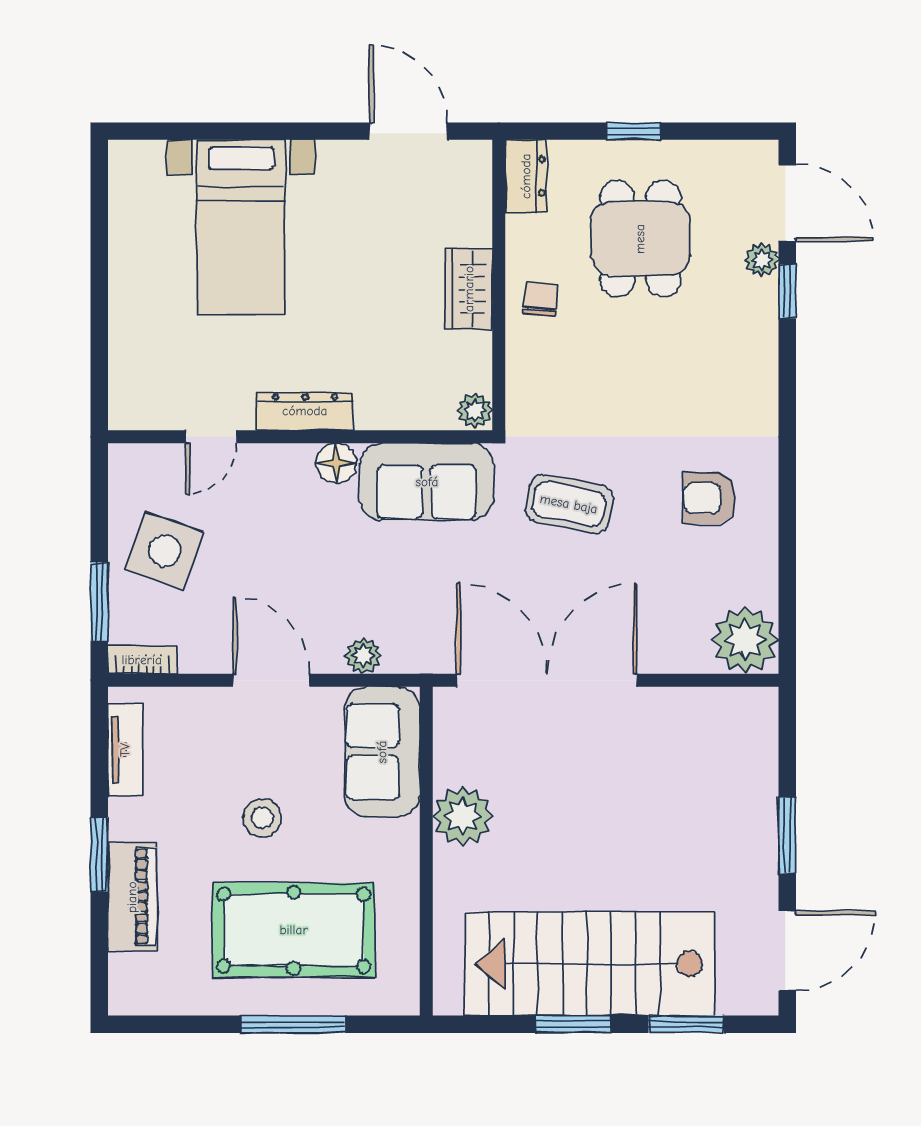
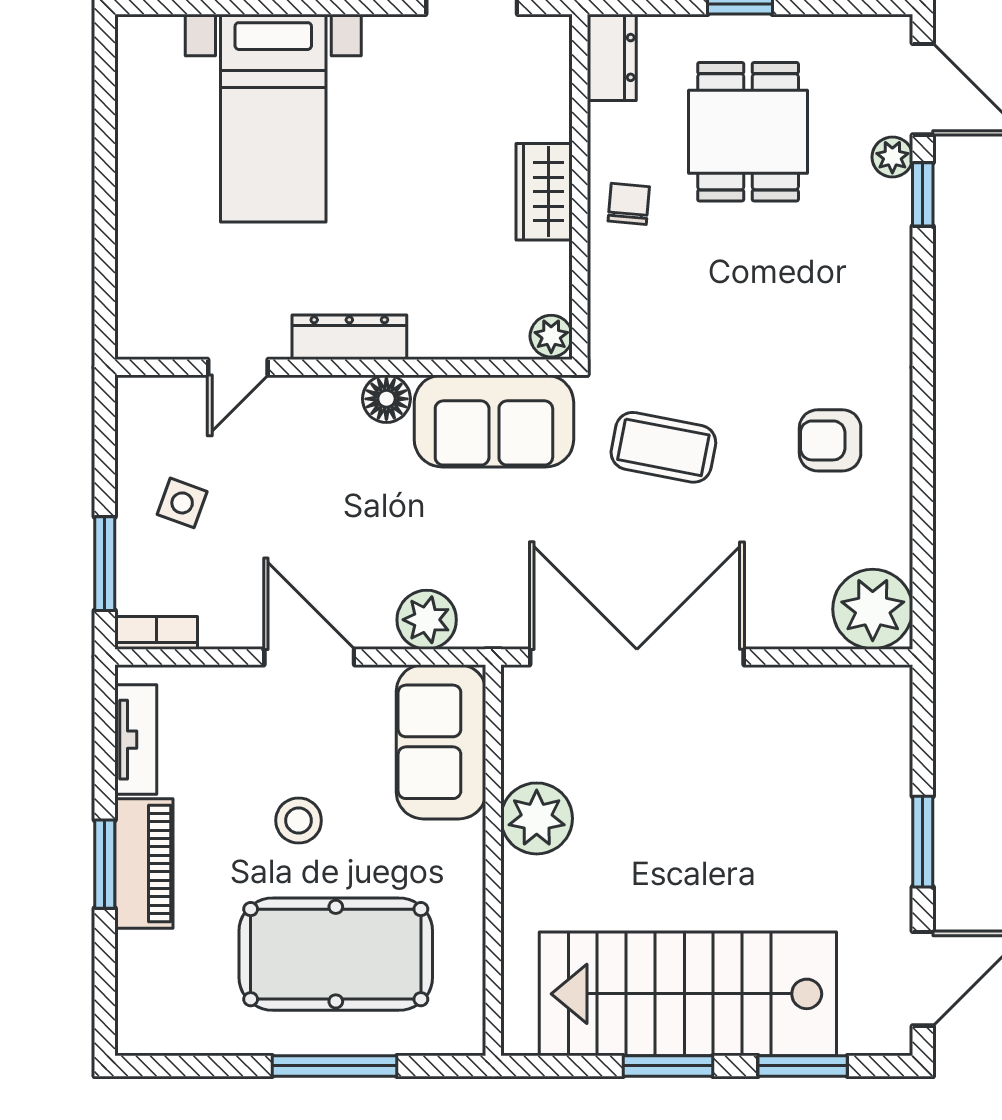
side table: (164, 551) -> (182, 503), width x0.54, depth x0.54
plant: (363, 656) -> (427, 620), width x1.38, depth x1.38
piano: (132, 897) -> (144, 863), moved

